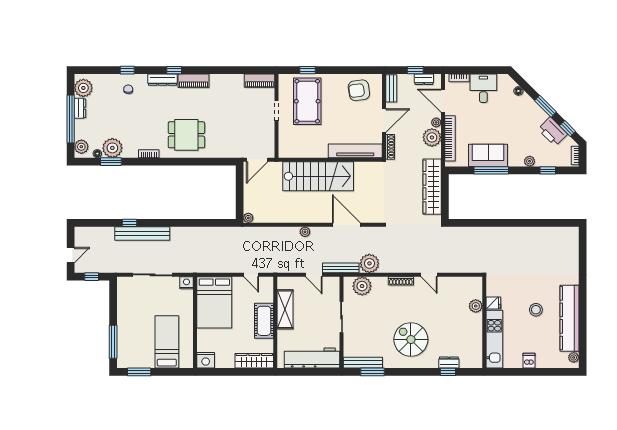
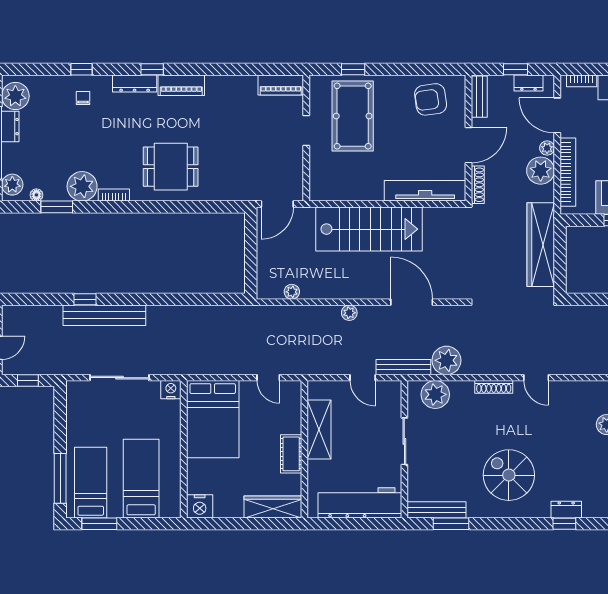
plant: (112, 148) -> (82, 186), moved
plant: (248, 218) -> (292, 292), moved
cot: (264, 321) -> (291, 454), width x0.73, depth x0.75
bed: (133, 345) -> (91, 483), added

